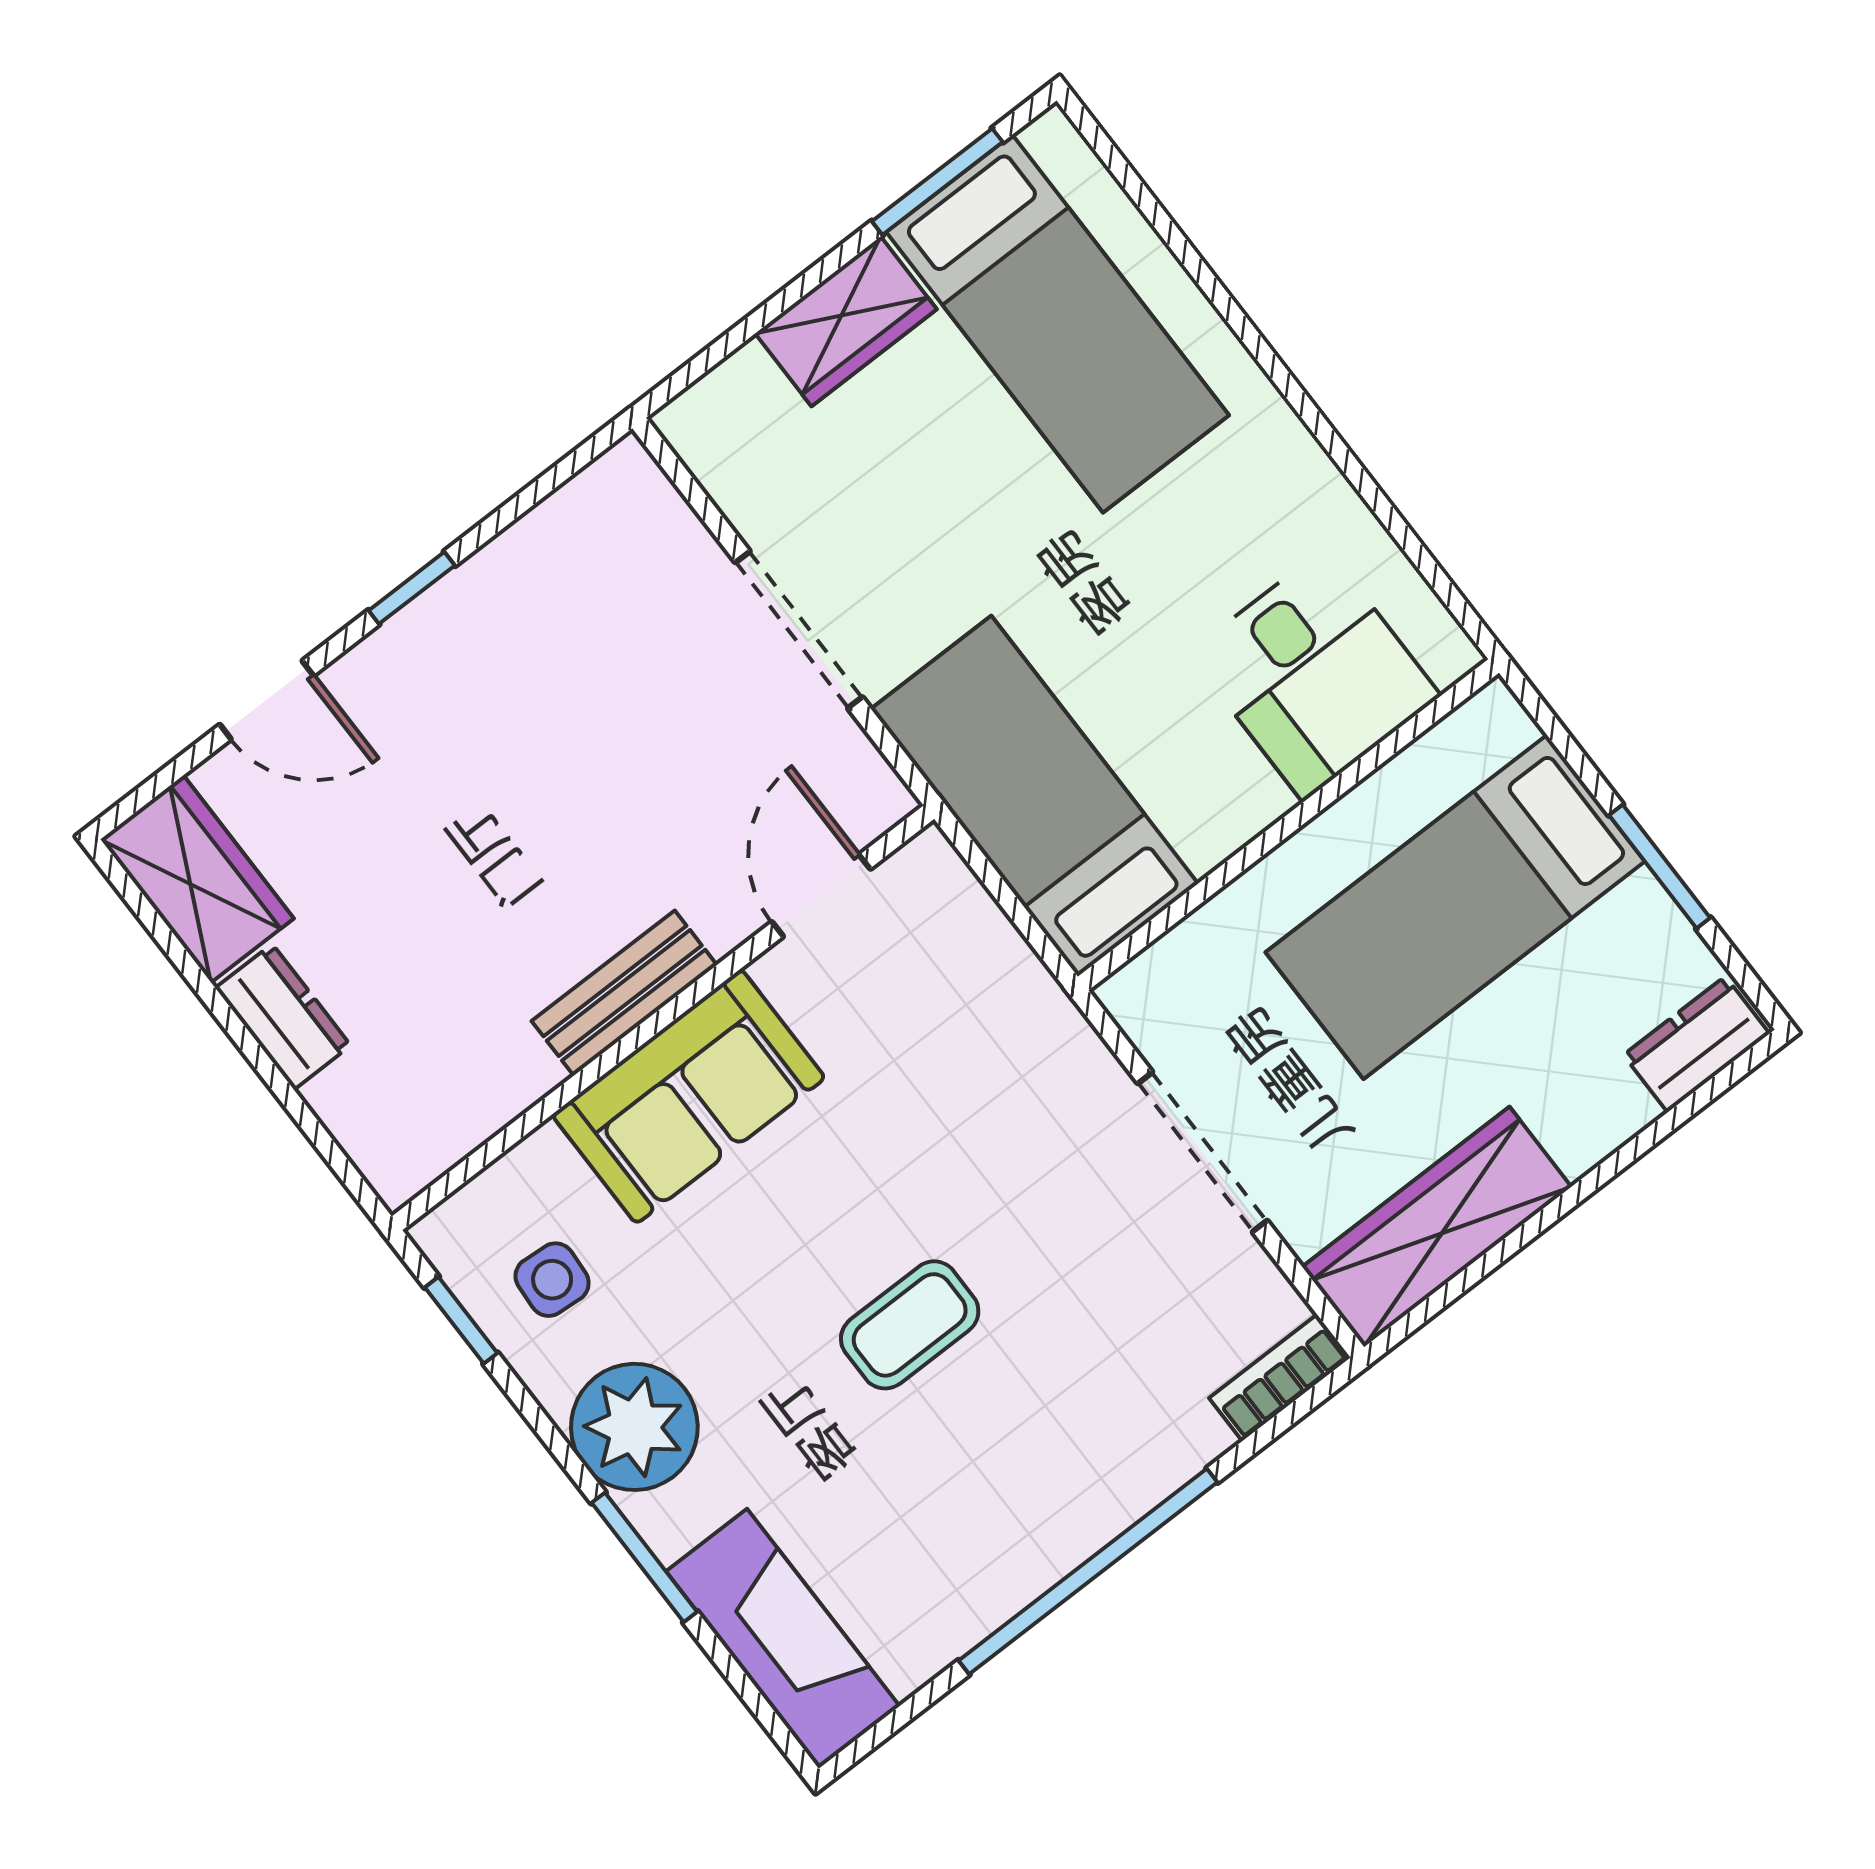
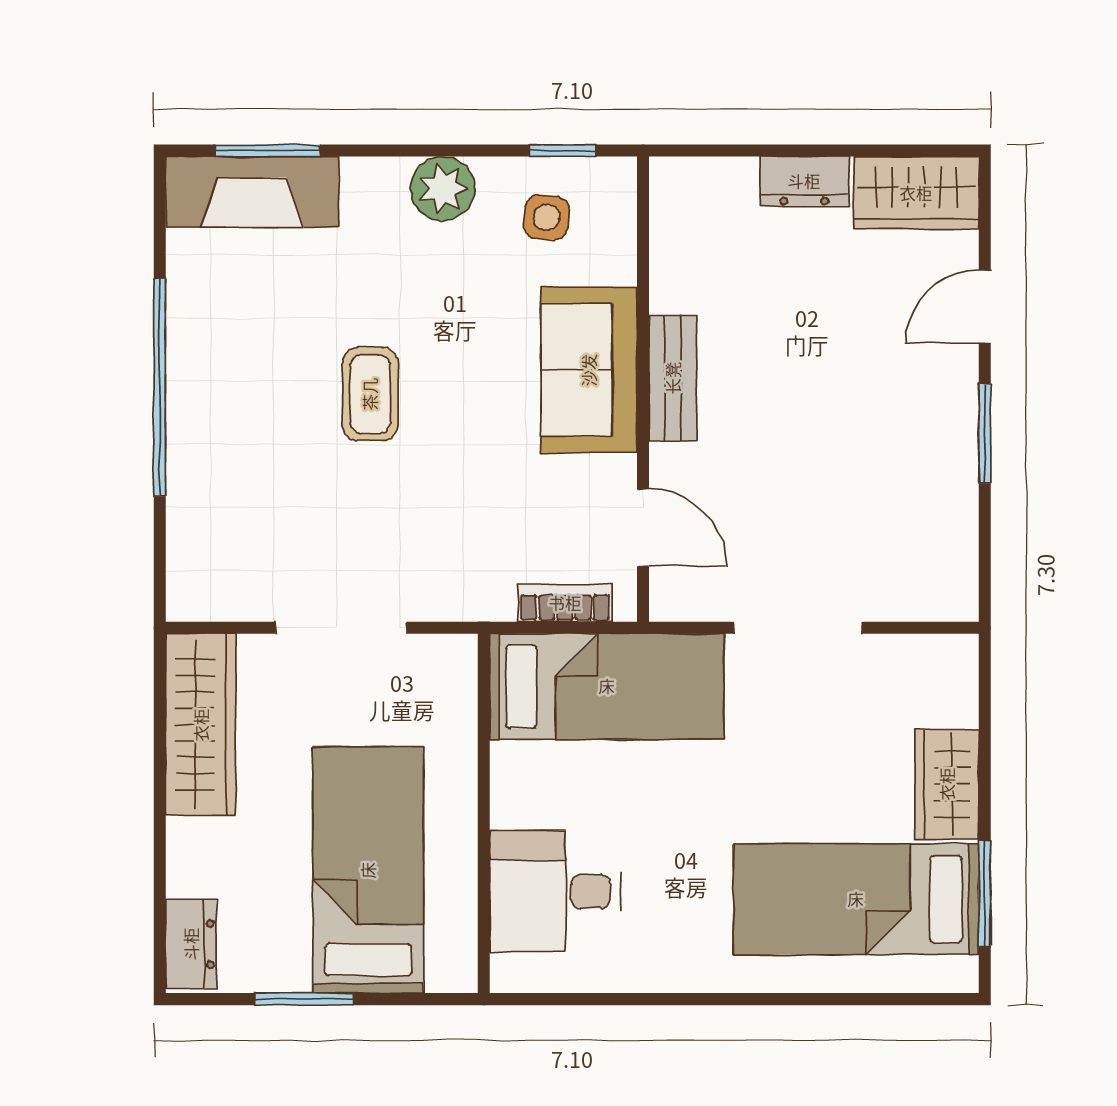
window: (412, 588) -> (985, 433), width x1.50
bookcase: (1280, 1378) -> (565, 603), moved, turned -90
plant: (634, 1427) -> (443, 189), width x0.73, depth x0.73
window: (644, 1557) -> (268, 150), moved

